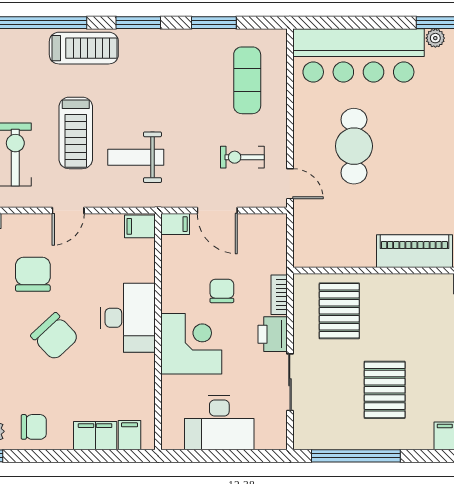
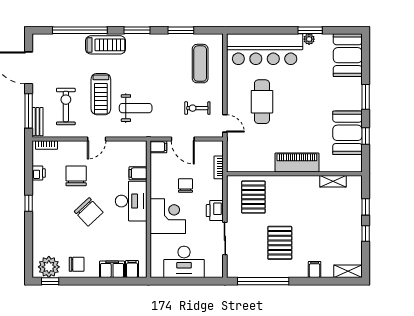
weight bench: (136, 157) -> (136, 108), turned 180
filing cabinet: (140, 226) -> (138, 173), moved
bookcase: (279, 295) -> (219, 167), moved

